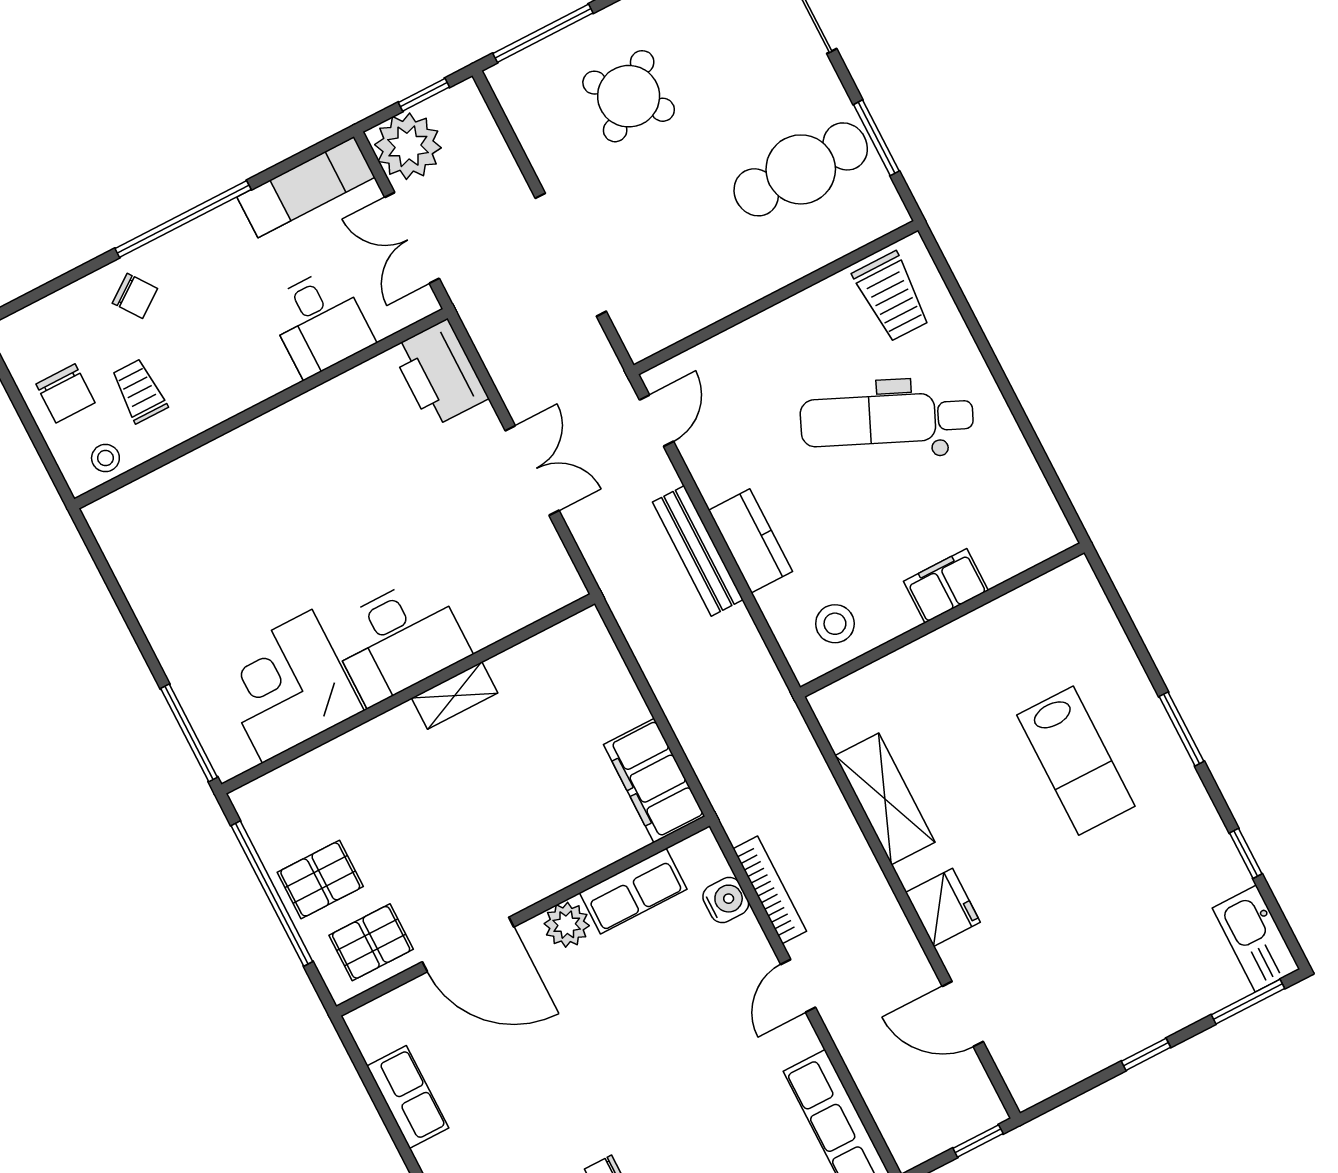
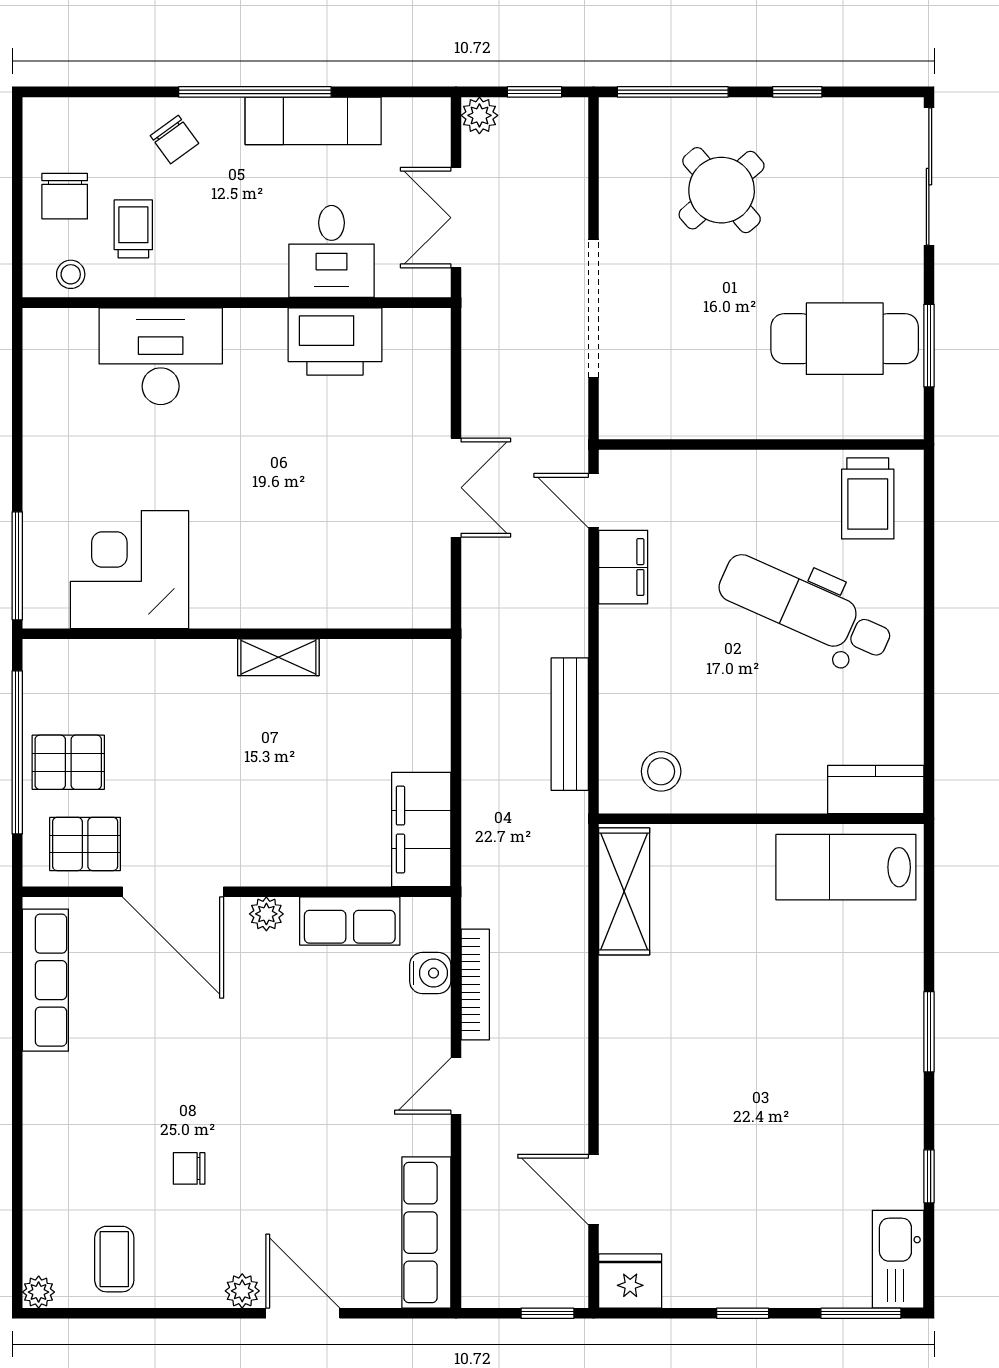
plant: (408, 146) -> (479, 115), width x0.53, depth x0.53
exam couch: (306, 187) -> (313, 121), moved
printer: (440, 373) -> (335, 341), moved, turned -90
door: (656, 421) -> (594, 501), swing flipped
kitchen counter: (750, 541) -> (876, 789), moved, turned -90
bench: (698, 551) -> (570, 724), moved
filing cabinet: (946, 586) -> (623, 567), moved, turned 90
desk: (399, 640) -> (161, 356), moved, turned 180
lab bench: (1076, 761) -> (846, 867), moved, turned 90
shelving: (885, 799) -> (624, 891), moved
fridge: (943, 907) -> (630, 1281), moved, turned -90
plant: (567, 925) -> (266, 914), width x0.73, depth x0.73
row of seats: (408, 1097) -> (45, 980), width x1.48

